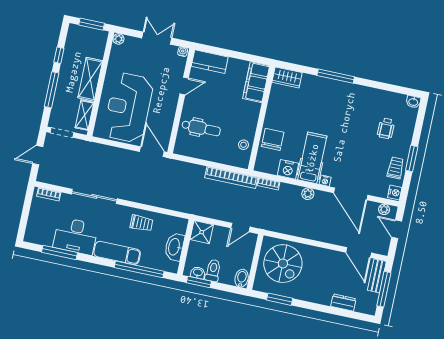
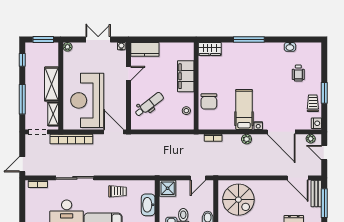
window: (59, 55) -> (22, 60), moved
filing cabinet: (256, 82) -> (186, 76), moved
washbasin: (413, 102) -> (290, 47), moved
dental chair: (201, 128) -> (149, 104), turned -38
chair: (273, 139) -> (209, 101), turned 180
door: (38, 155) -> (22, 164), moved
nightstand: (288, 169) -> (226, 123), removed
bookcase: (231, 177) -> (71, 139), moved

